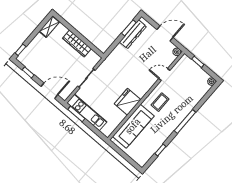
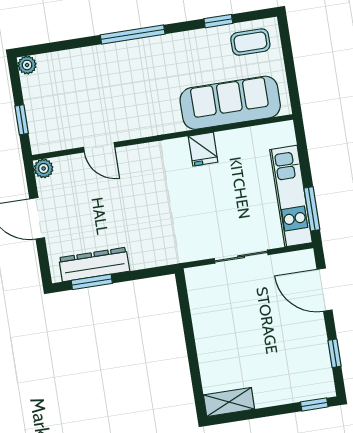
wardrobe: (77, 43) -> (206, 332), removed
fridge: (128, 102) -> (203, 149), width x0.53, depth x0.75
coffee table: (160, 102) -> (250, 42), moved

